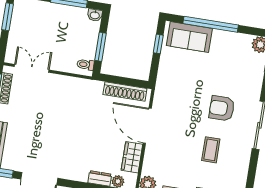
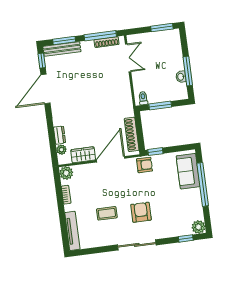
washbasin: (95, 15) -> (181, 77), moved
window: (158, 44) -> (155, 152), moved
armchair: (166, 87) -> (144, 165), added

